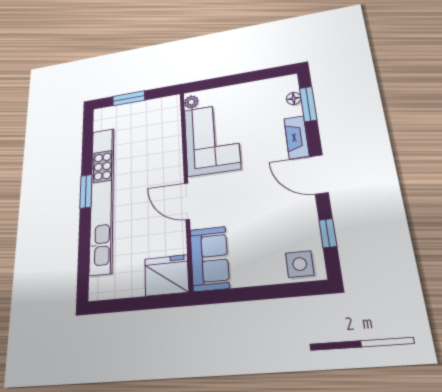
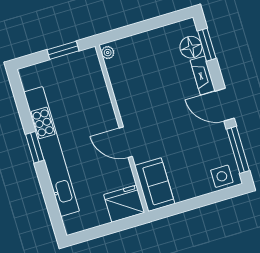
window: (129, 98) -> (63, 50), moved
floor lamp: (294, 98) -> (191, 47), width x1.89, depth x1.89
corner sofa: (212, 139) -> (134, 85), removed
window: (328, 233) -> (238, 150), width x2.17

